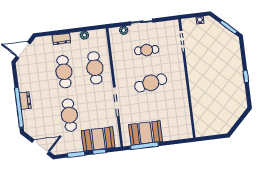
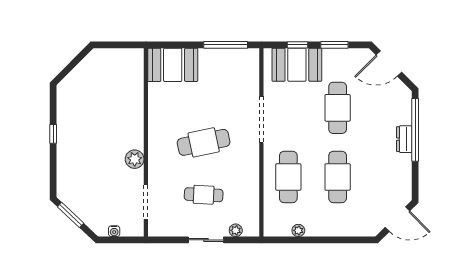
dresser: (61, 39) -> (335, 229), removed
plant: (193, 67) -> (135, 159), added
booth: (146, 133) -> (173, 65), moved

